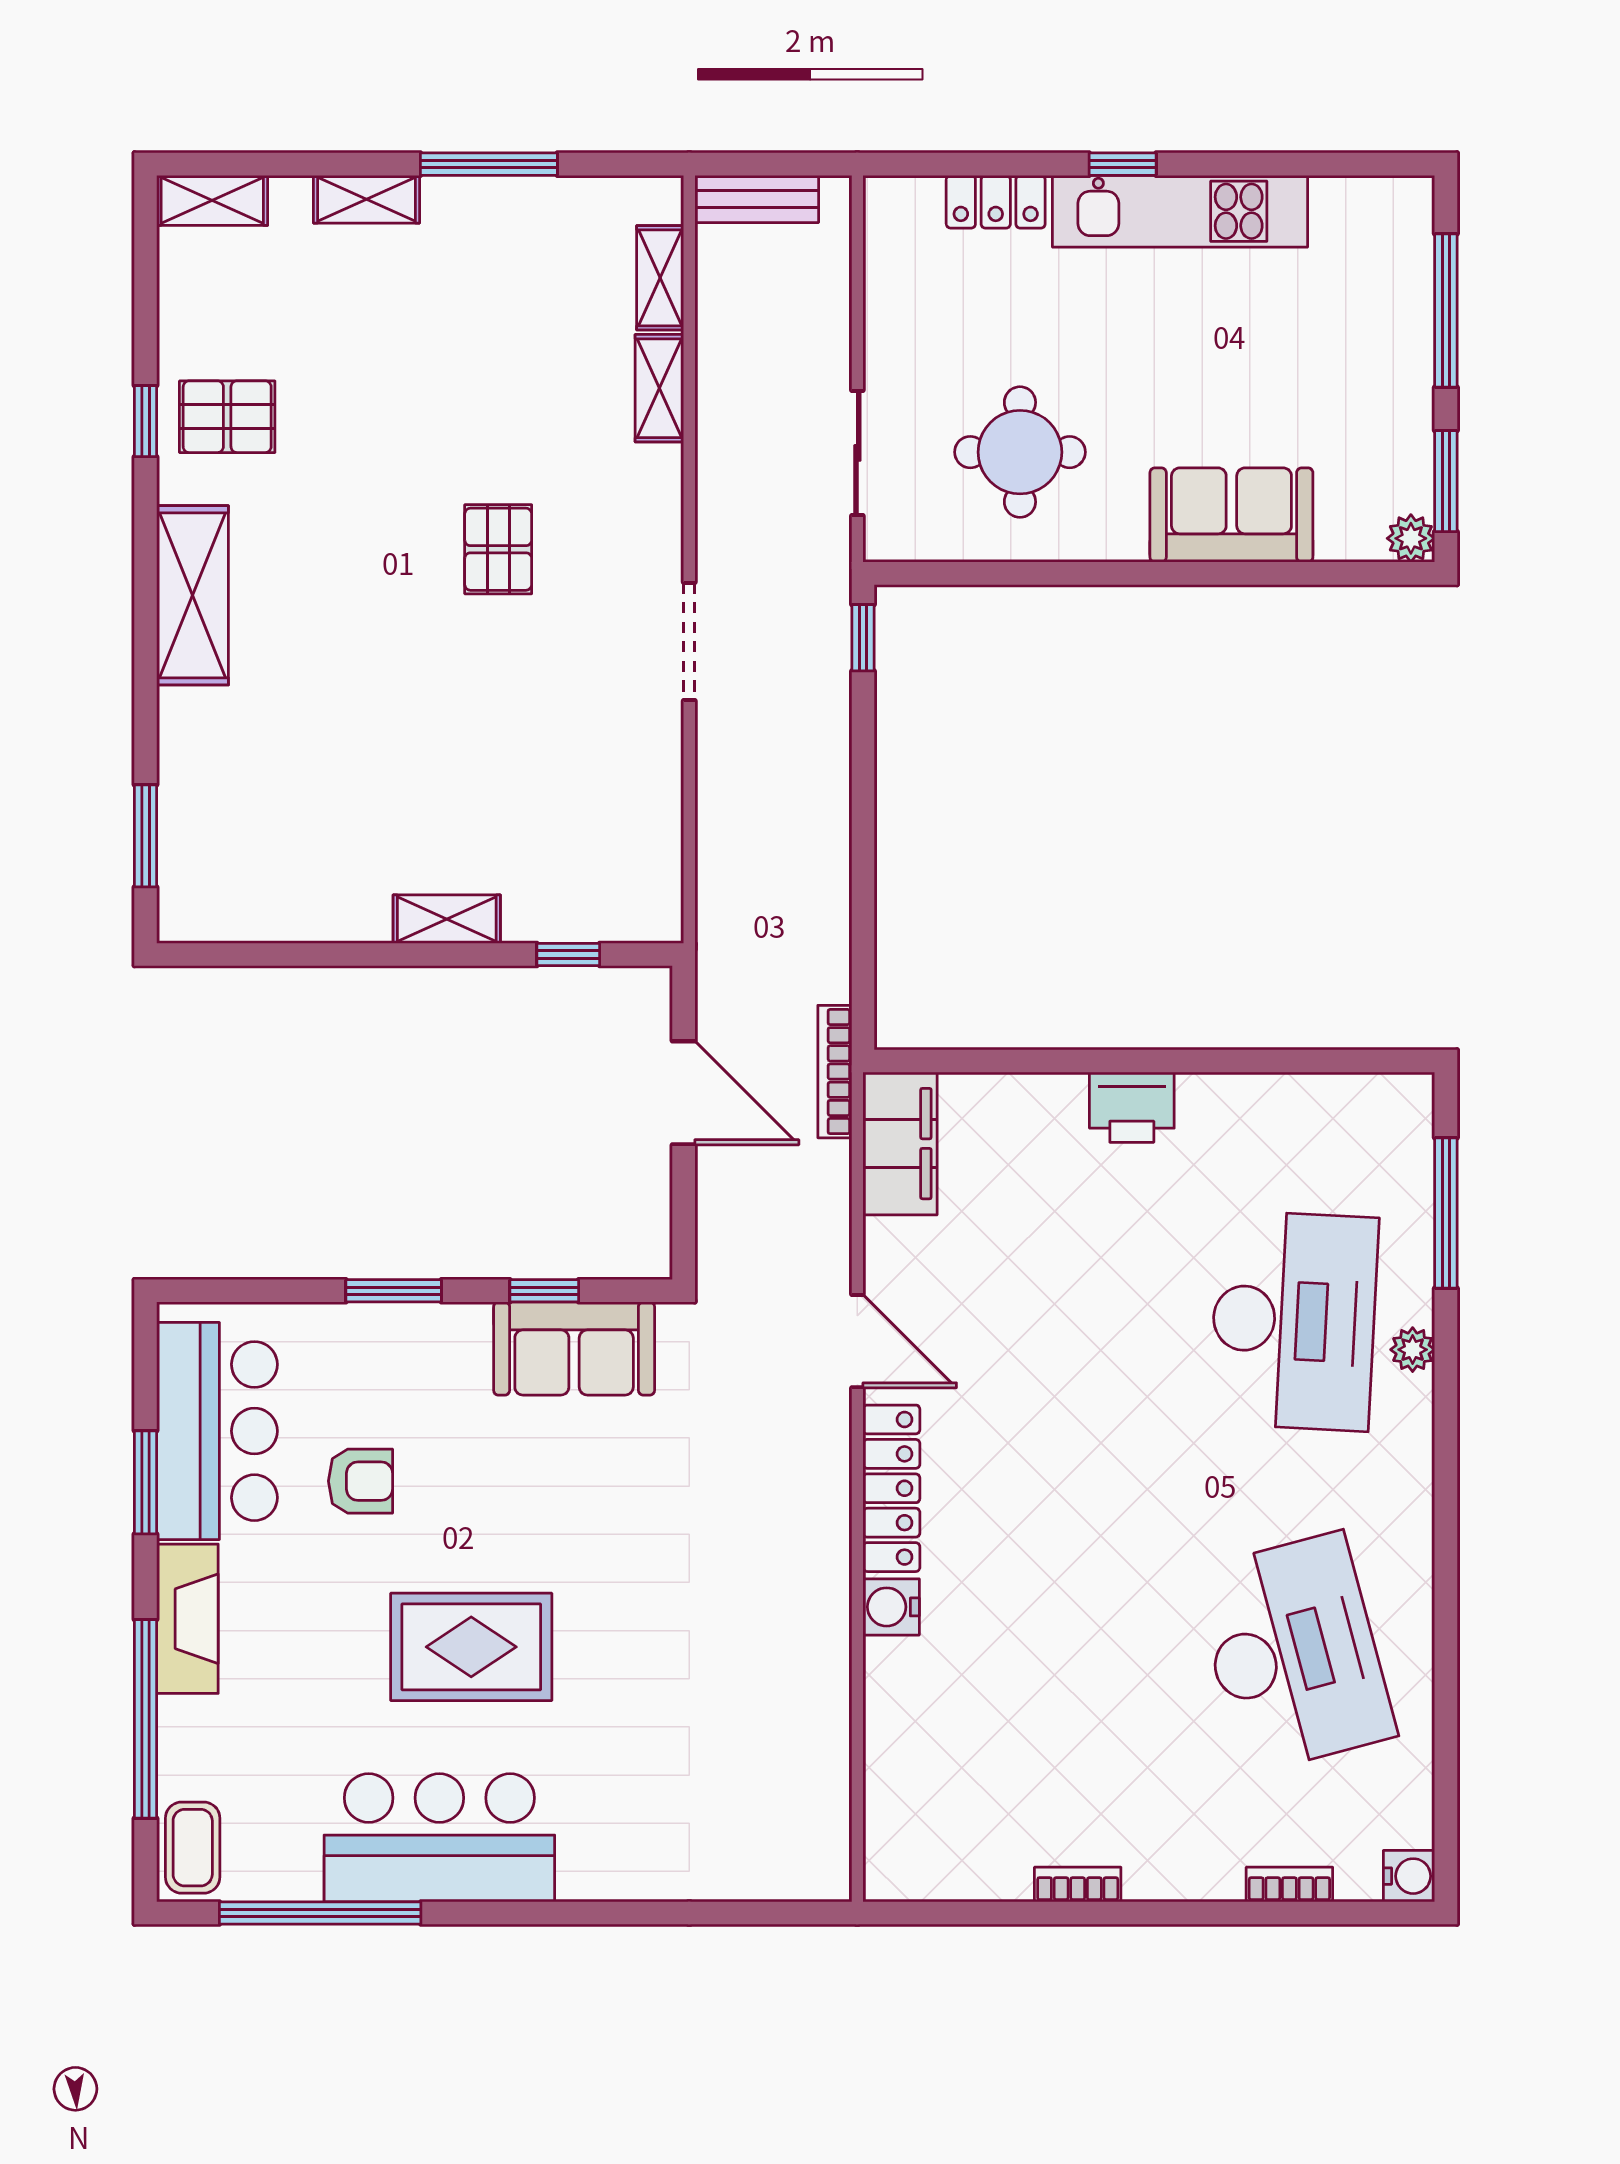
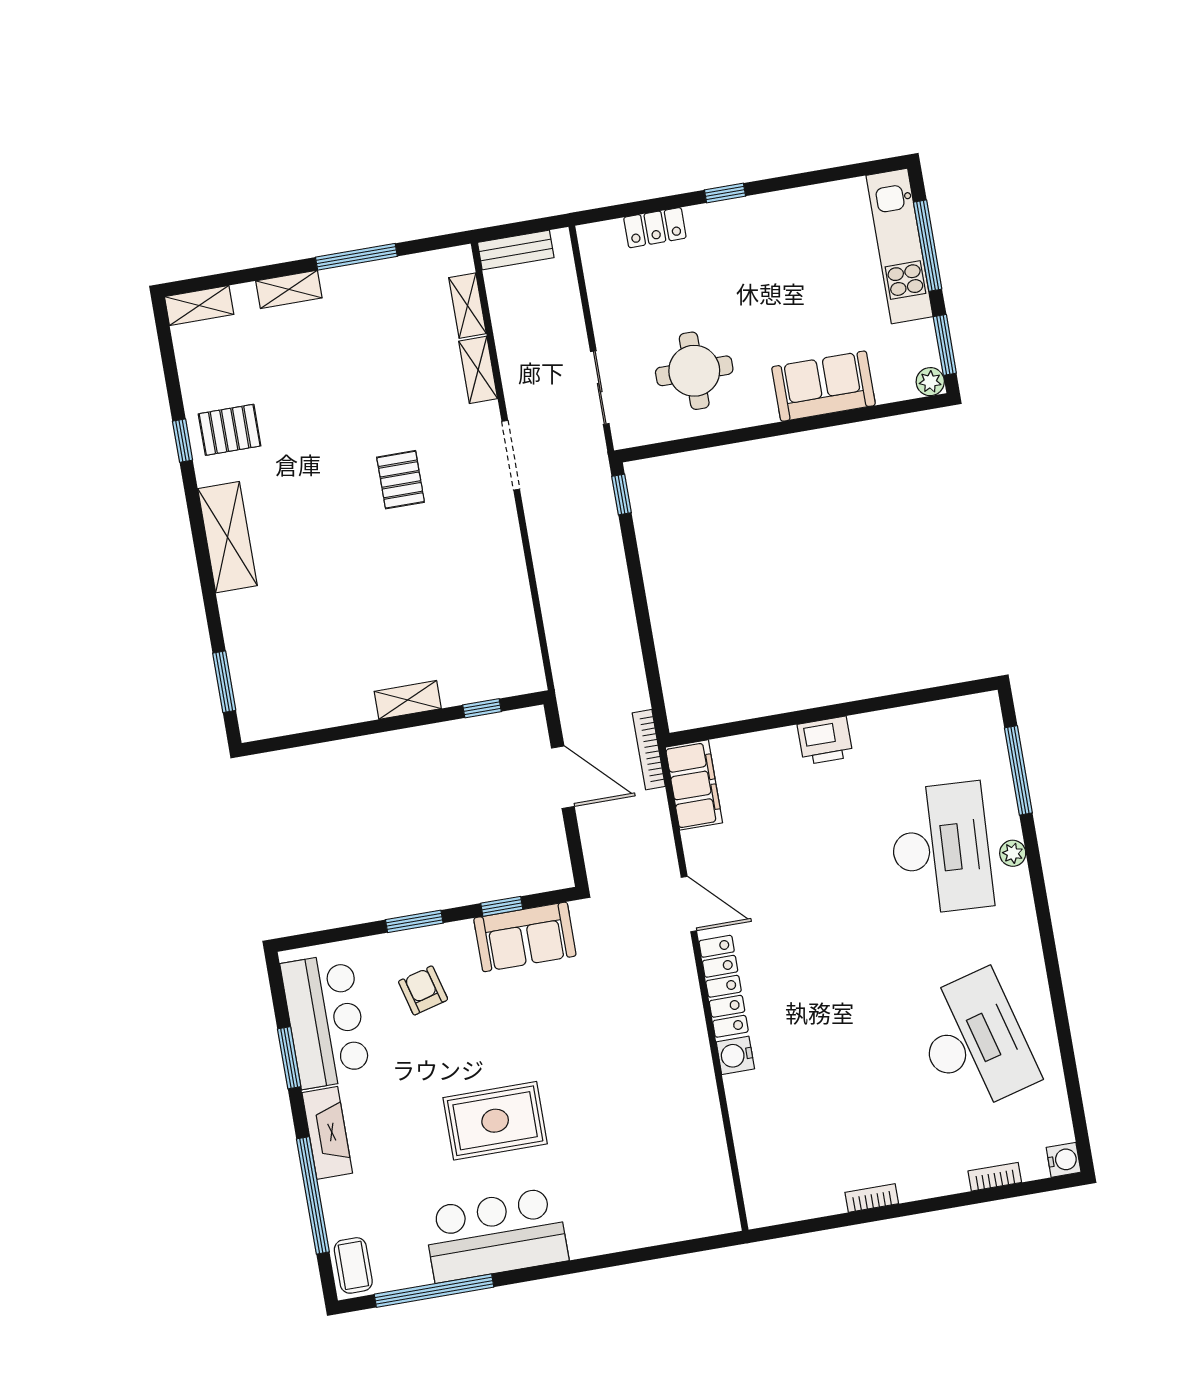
kitchen unit: (1180, 211) -> (900, 246), moved, turned 90
doorway: (689, 641) -> (511, 455), moved
armchair: (361, 1481) -> (423, 990), moved, turned -105

